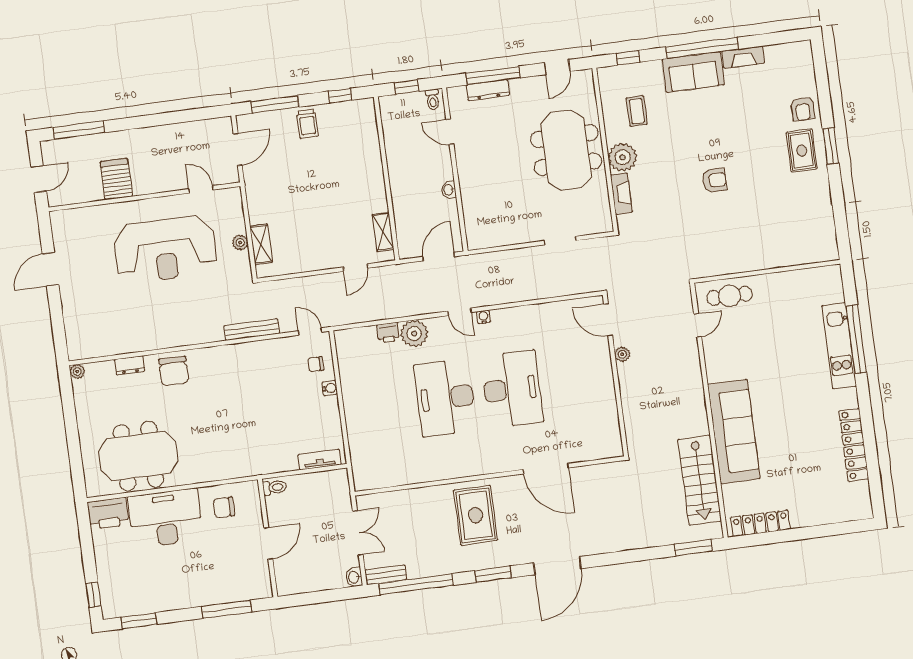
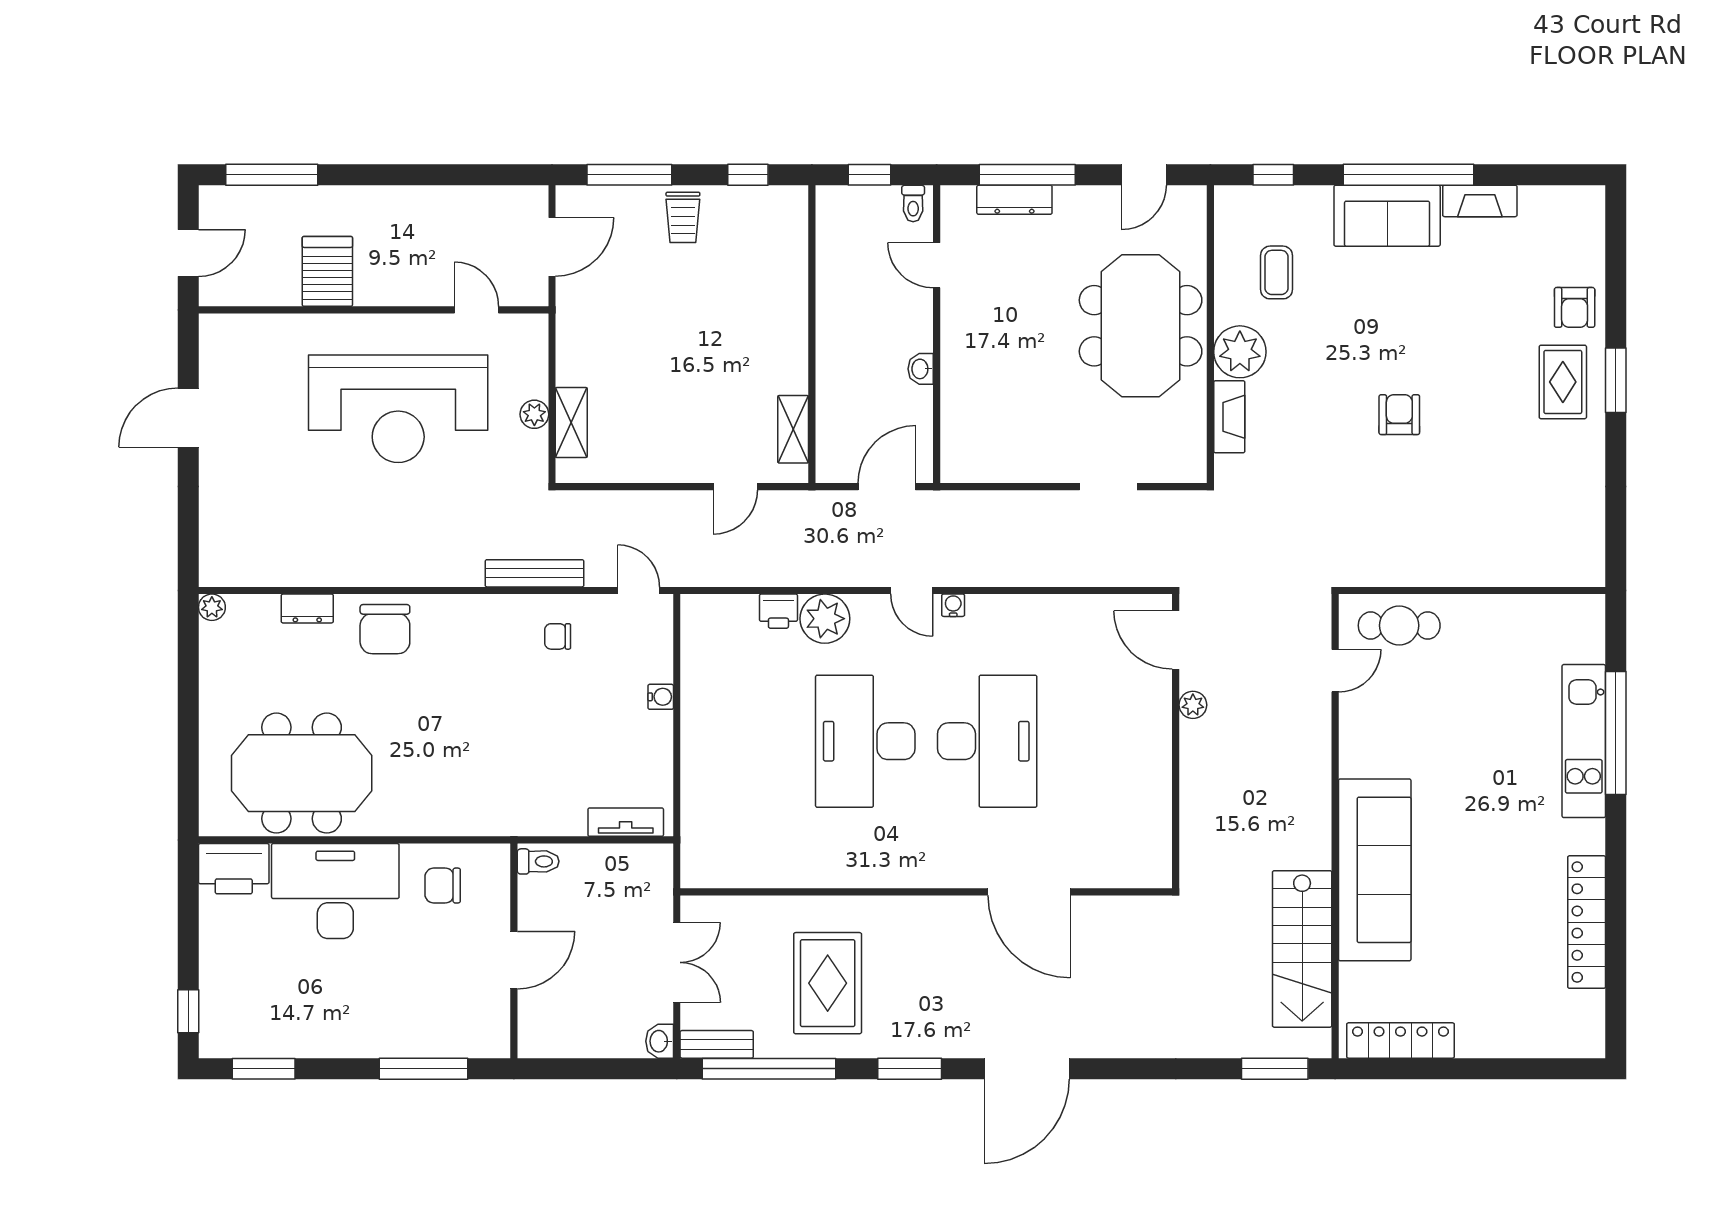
armchair: (714, 180) -> (1399, 415), turned -90
chair: (316, 364) -> (558, 636), moved
rug: (476, 515) -> (828, 983), moved

